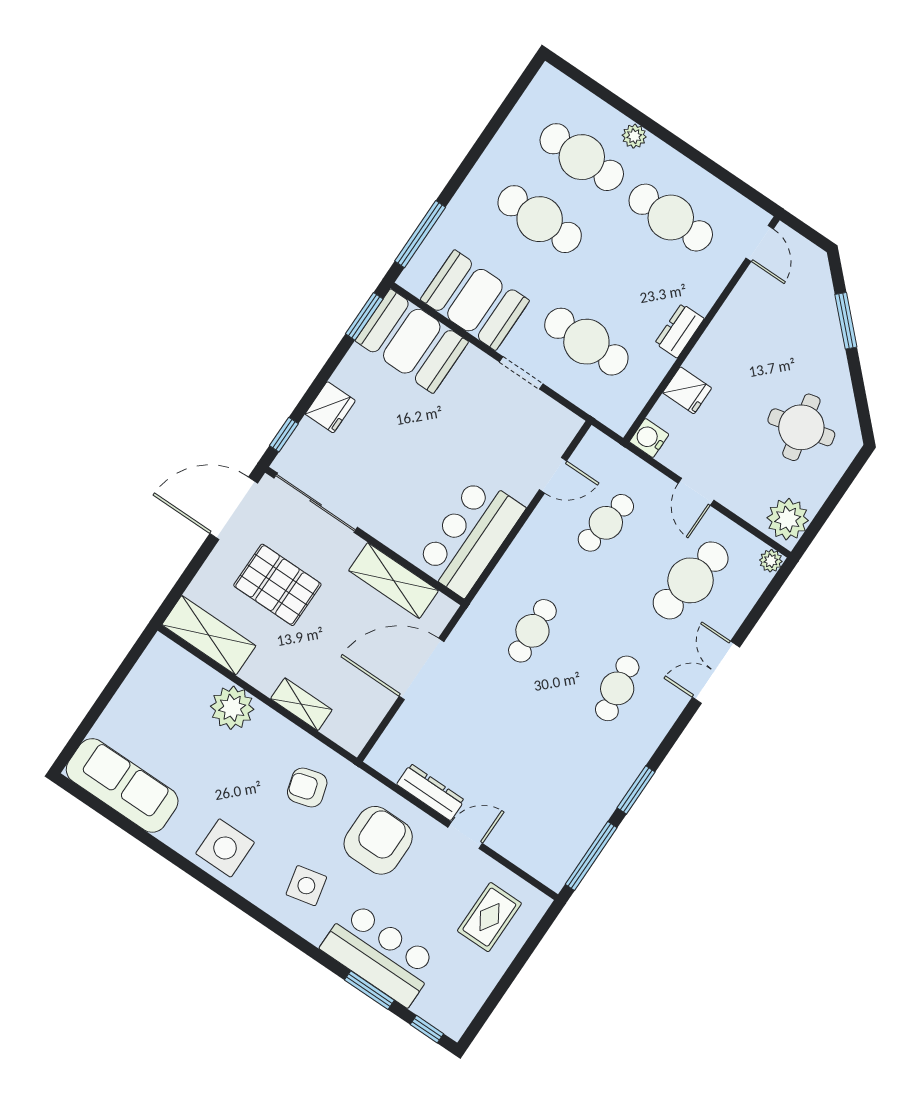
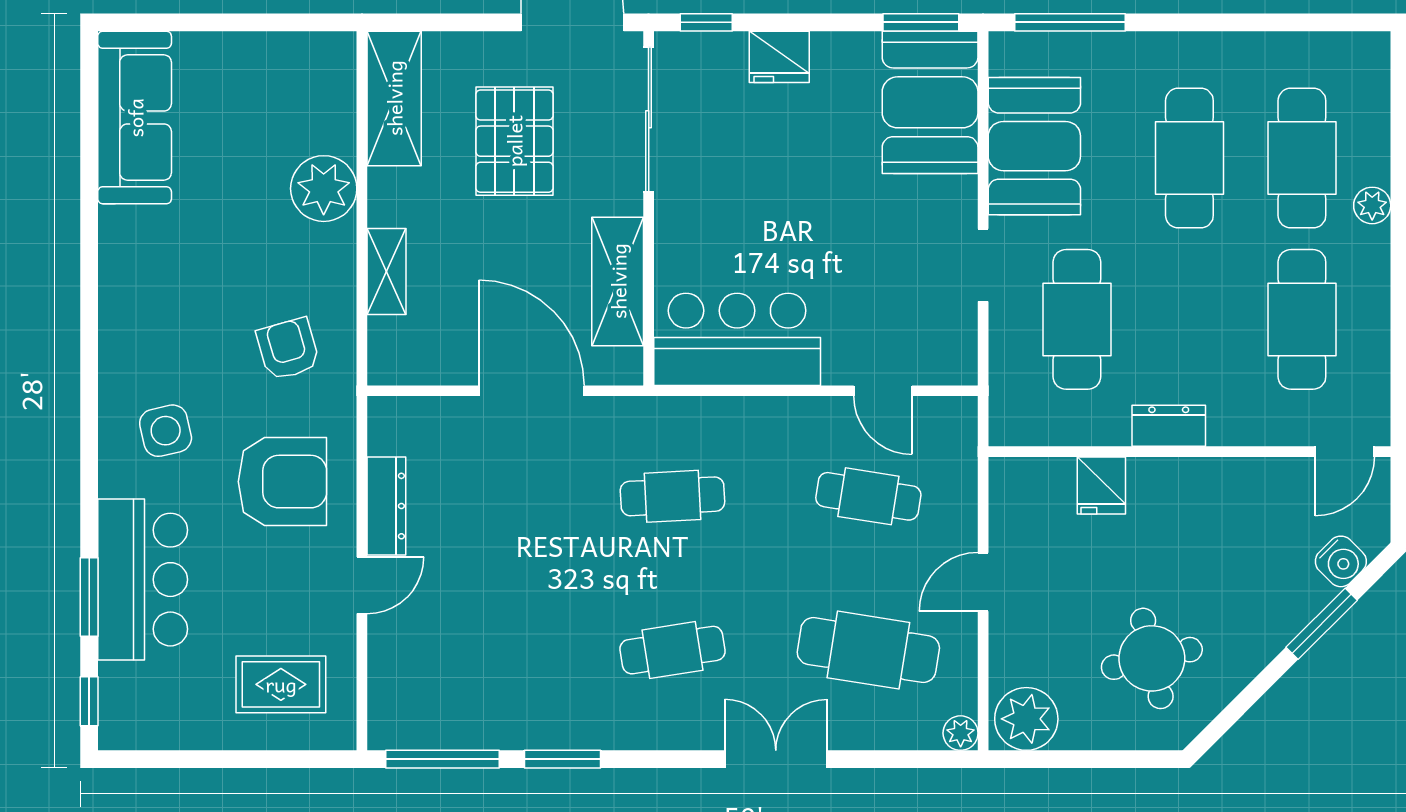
water cooler: (649, 438) -> (1341, 561), moved, turned 135
door: (465, 835) -> (362, 585), hinge flipped
side table: (225, 848) -> (144, 298), removed

